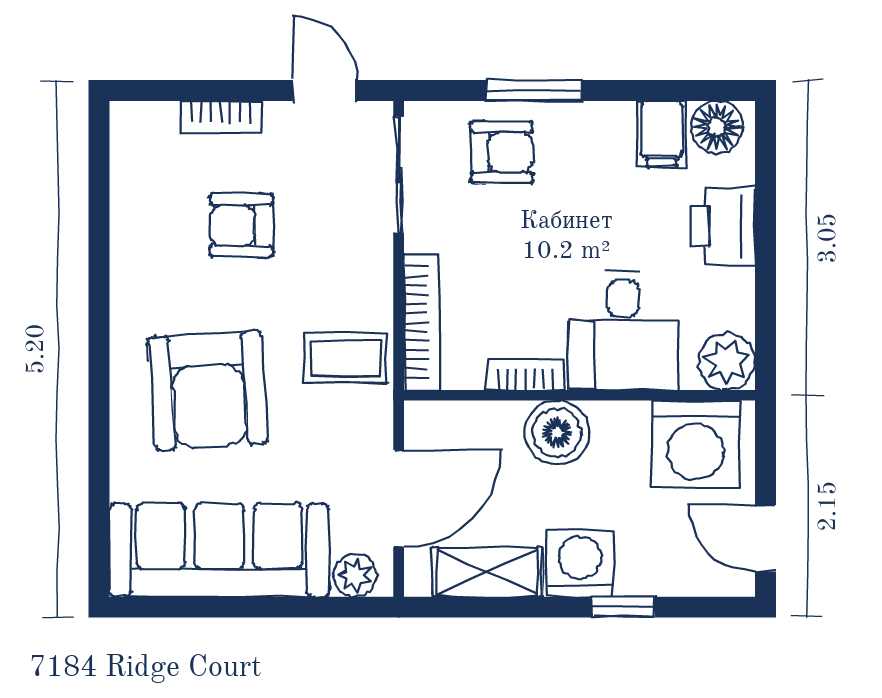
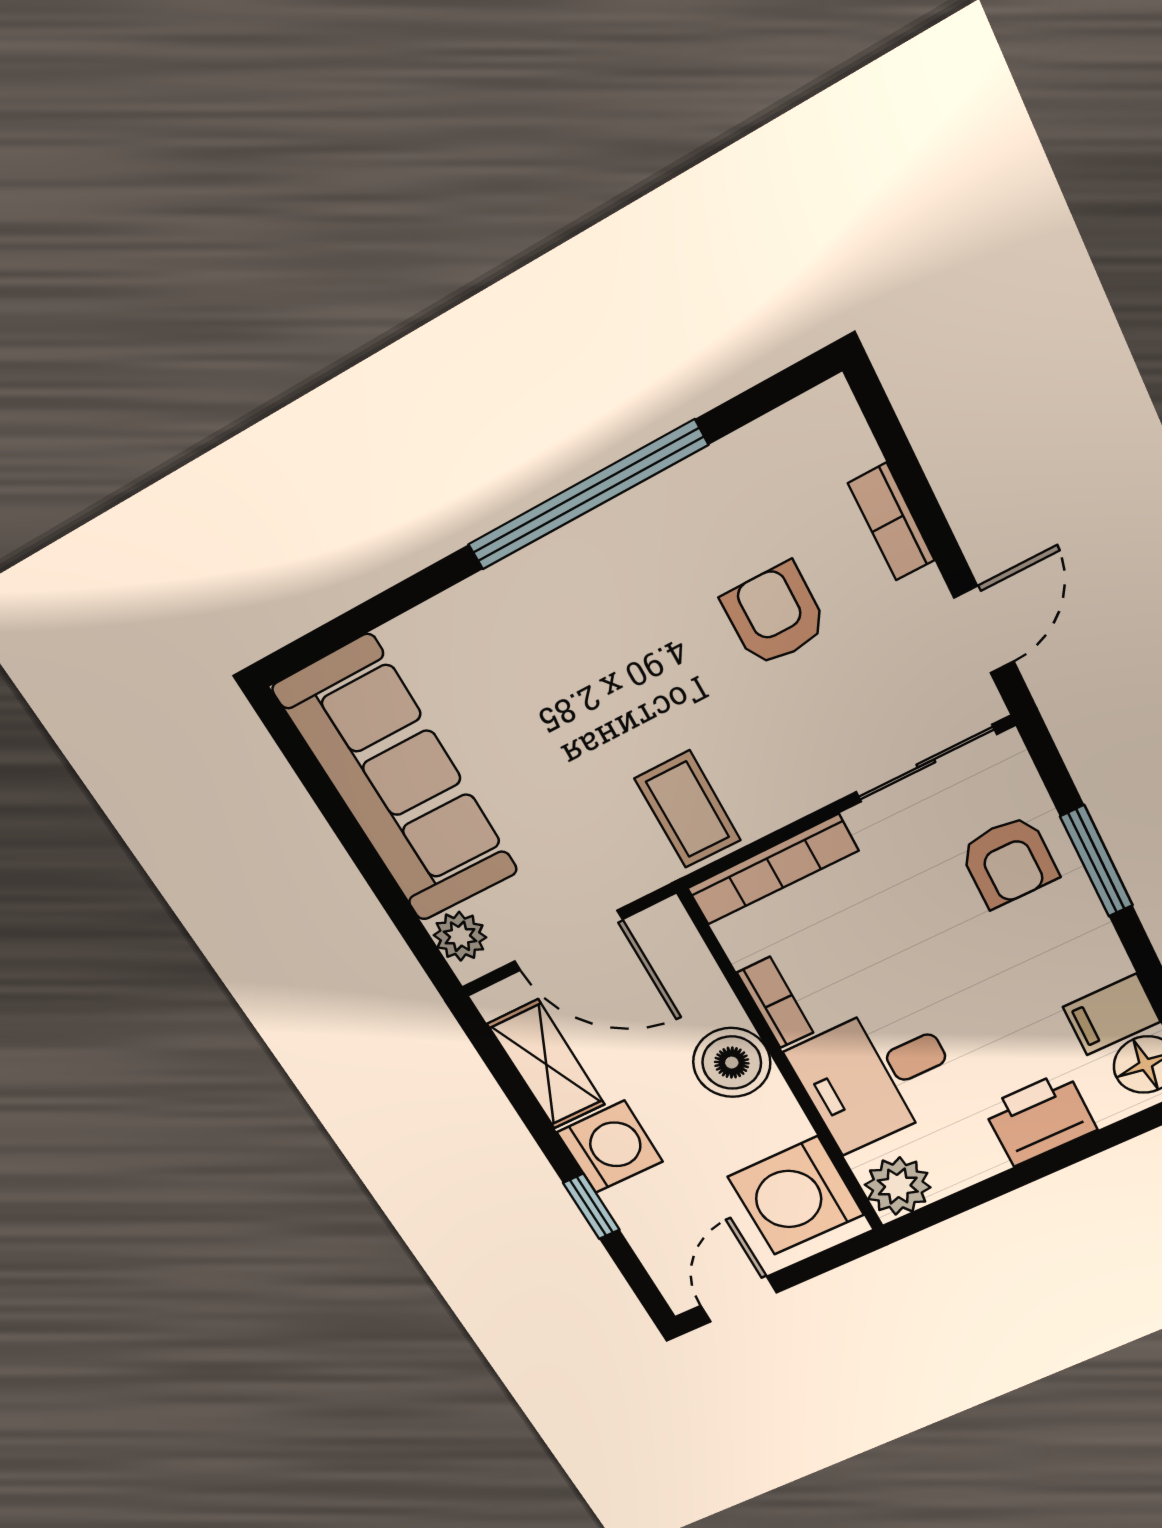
window: (99, 307) -> (587, 495), added
armchair: (208, 391) -> (564, 676), removed

